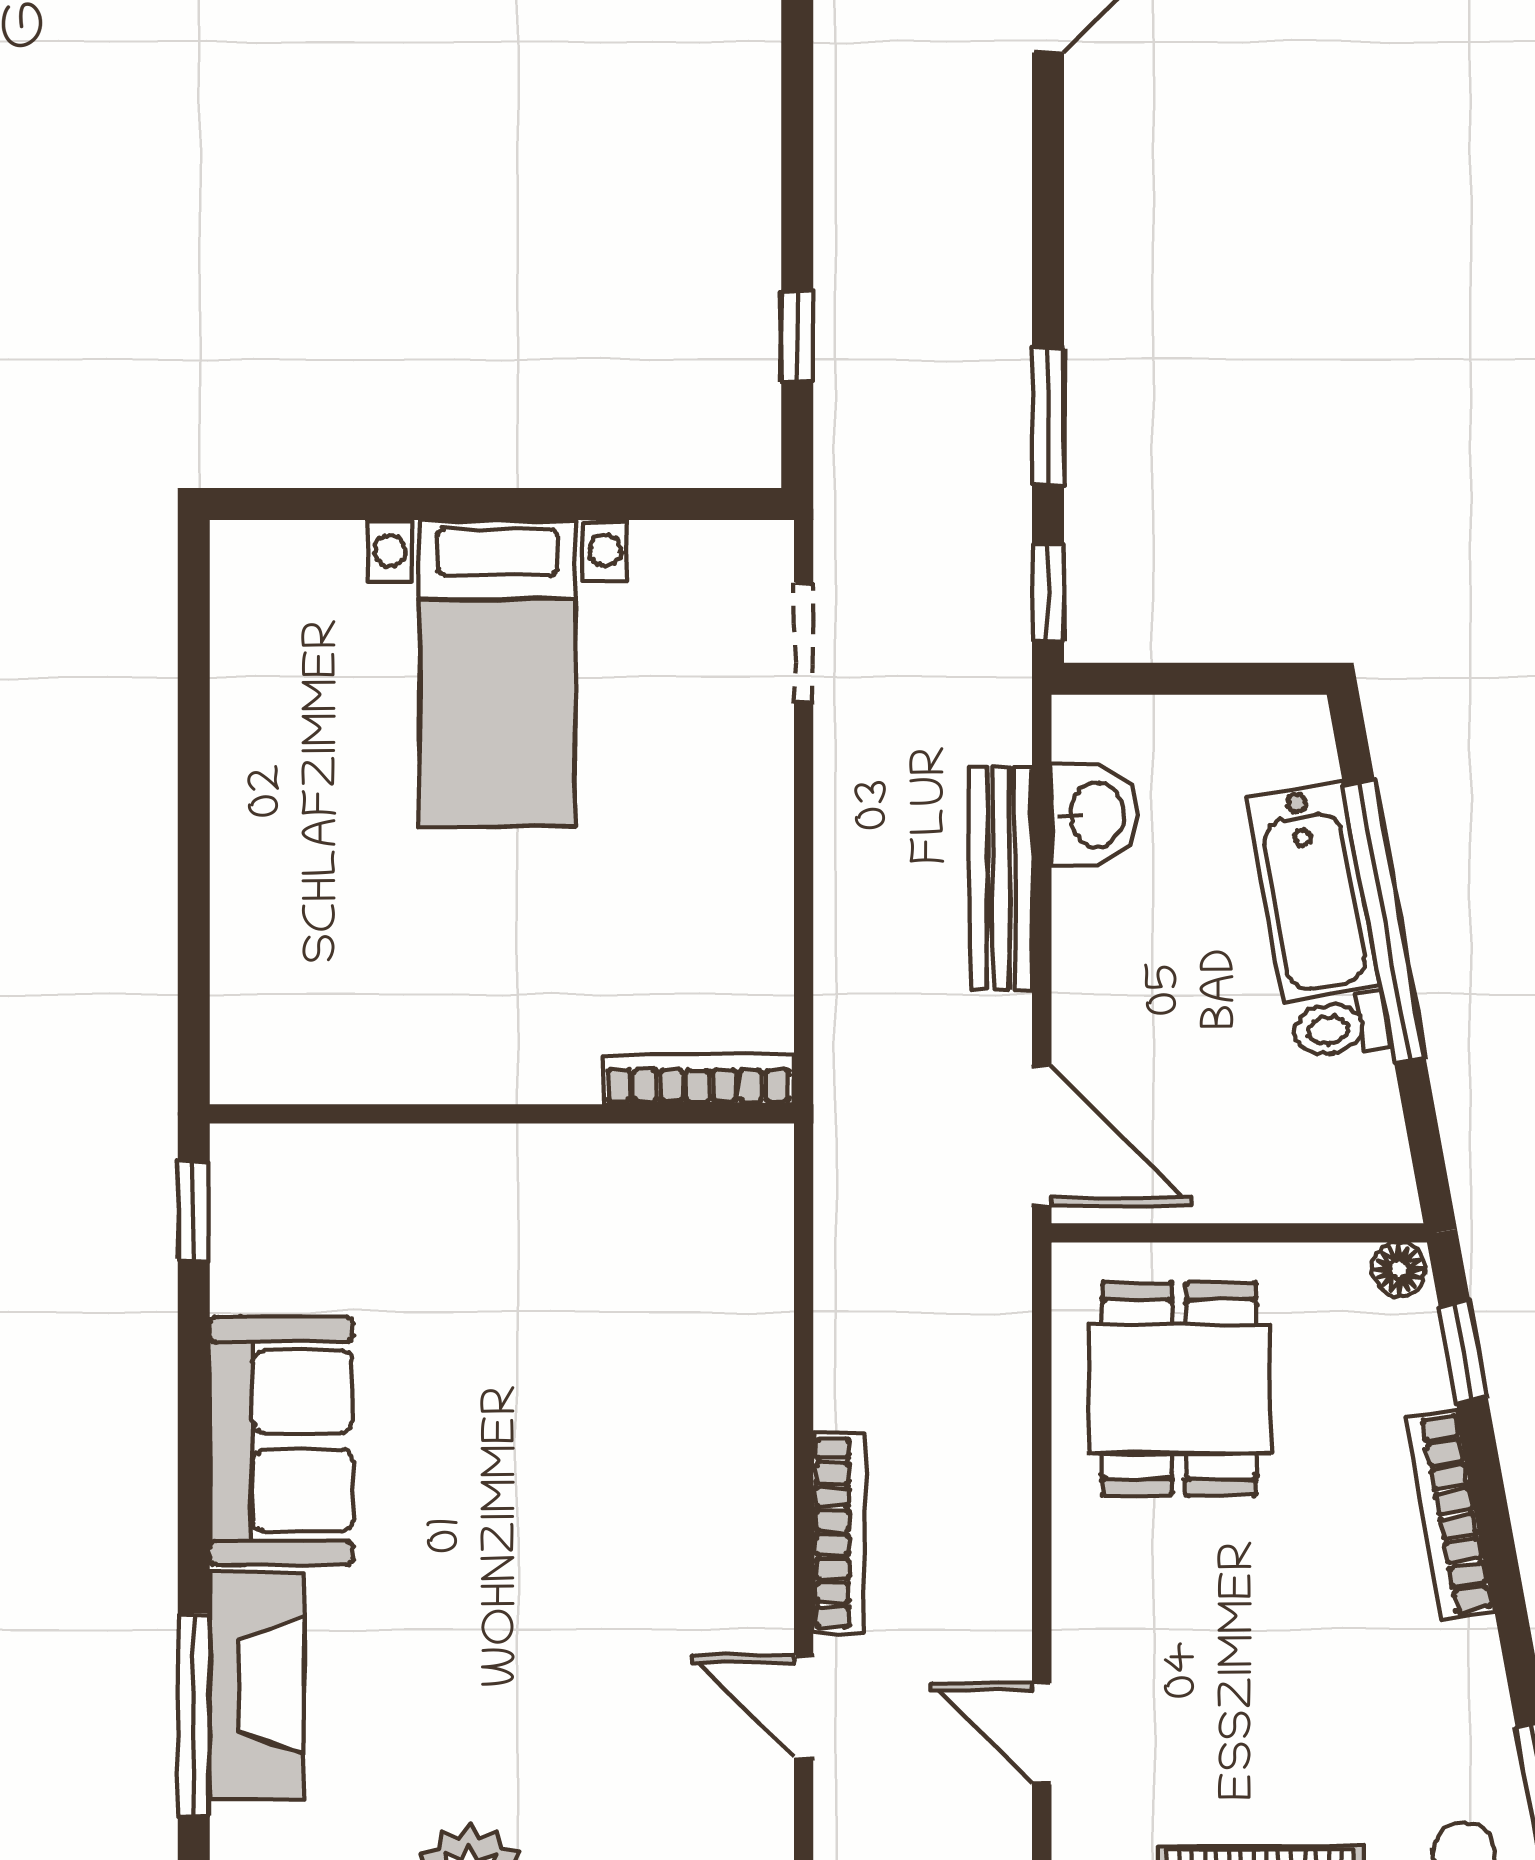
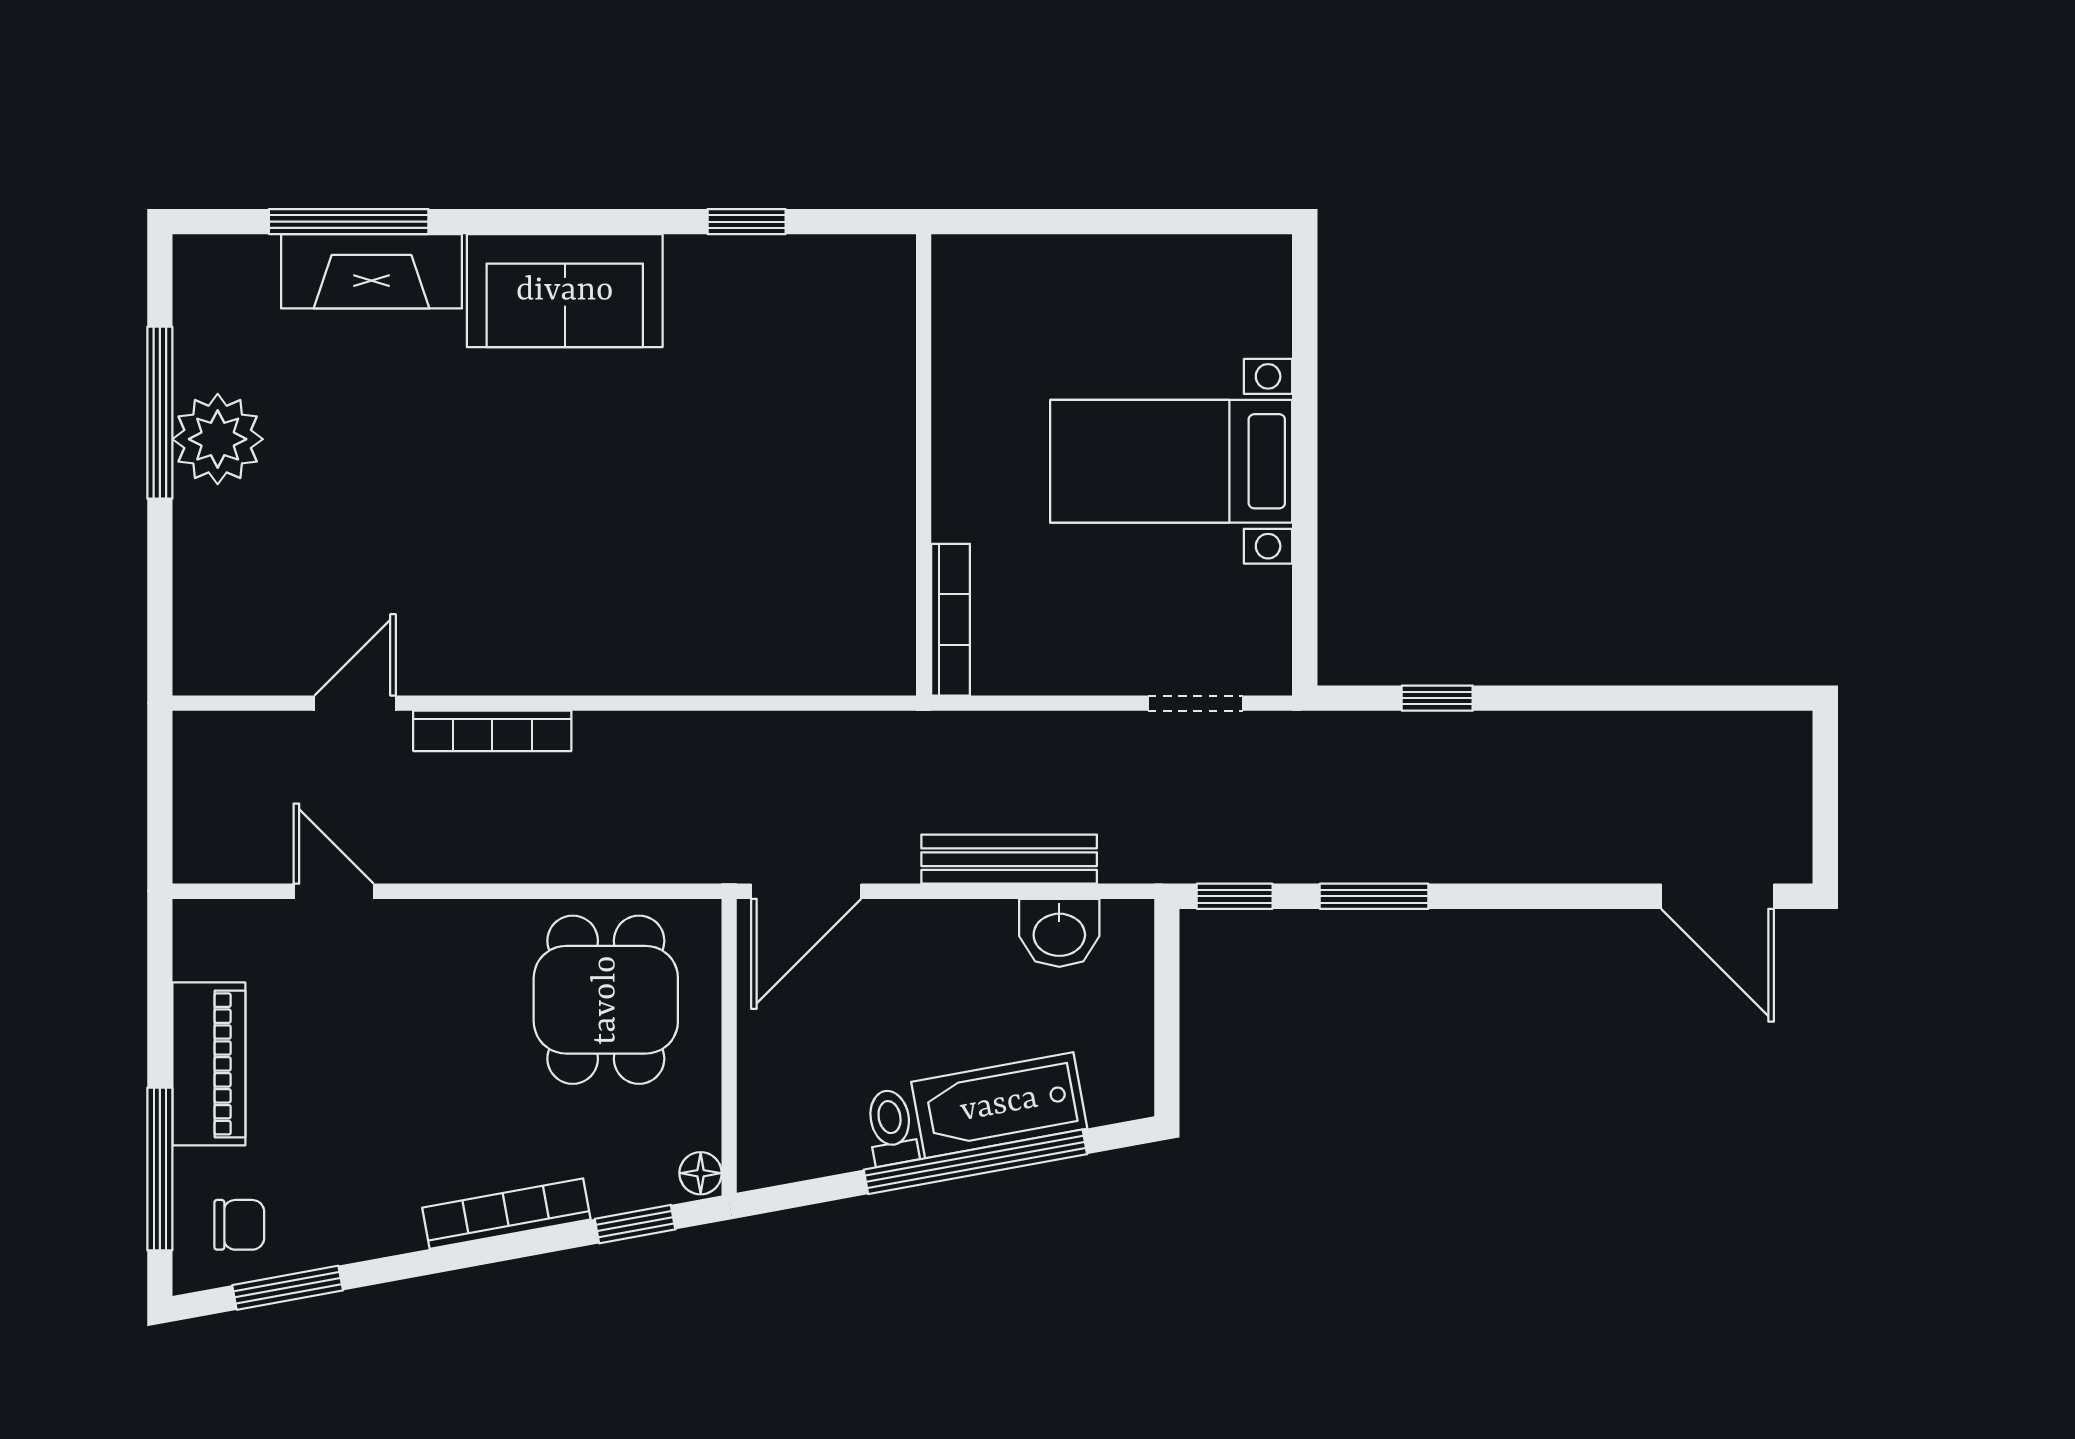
bookcase: (698, 1080) -> (950, 620), moved
wall: (502, 1114) -> (924, 465), moved
dining table: (1179, 1389) -> (606, 1000), turned 90
door: (1042, 1734) -> (334, 891), hinge flipped

